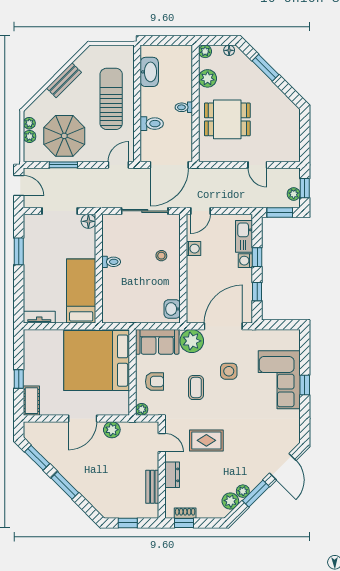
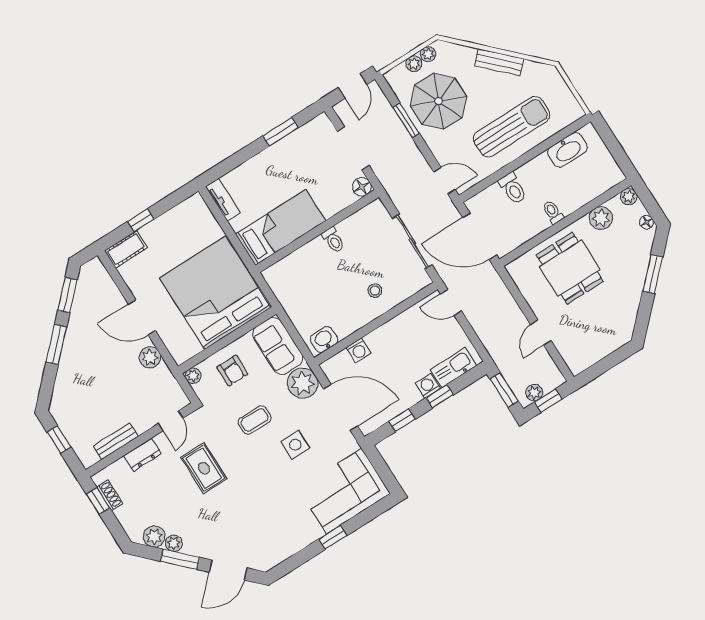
washing machine: (193, 249) -> (358, 350), moved
corner sofa: (279, 380) -> (344, 491), moved

